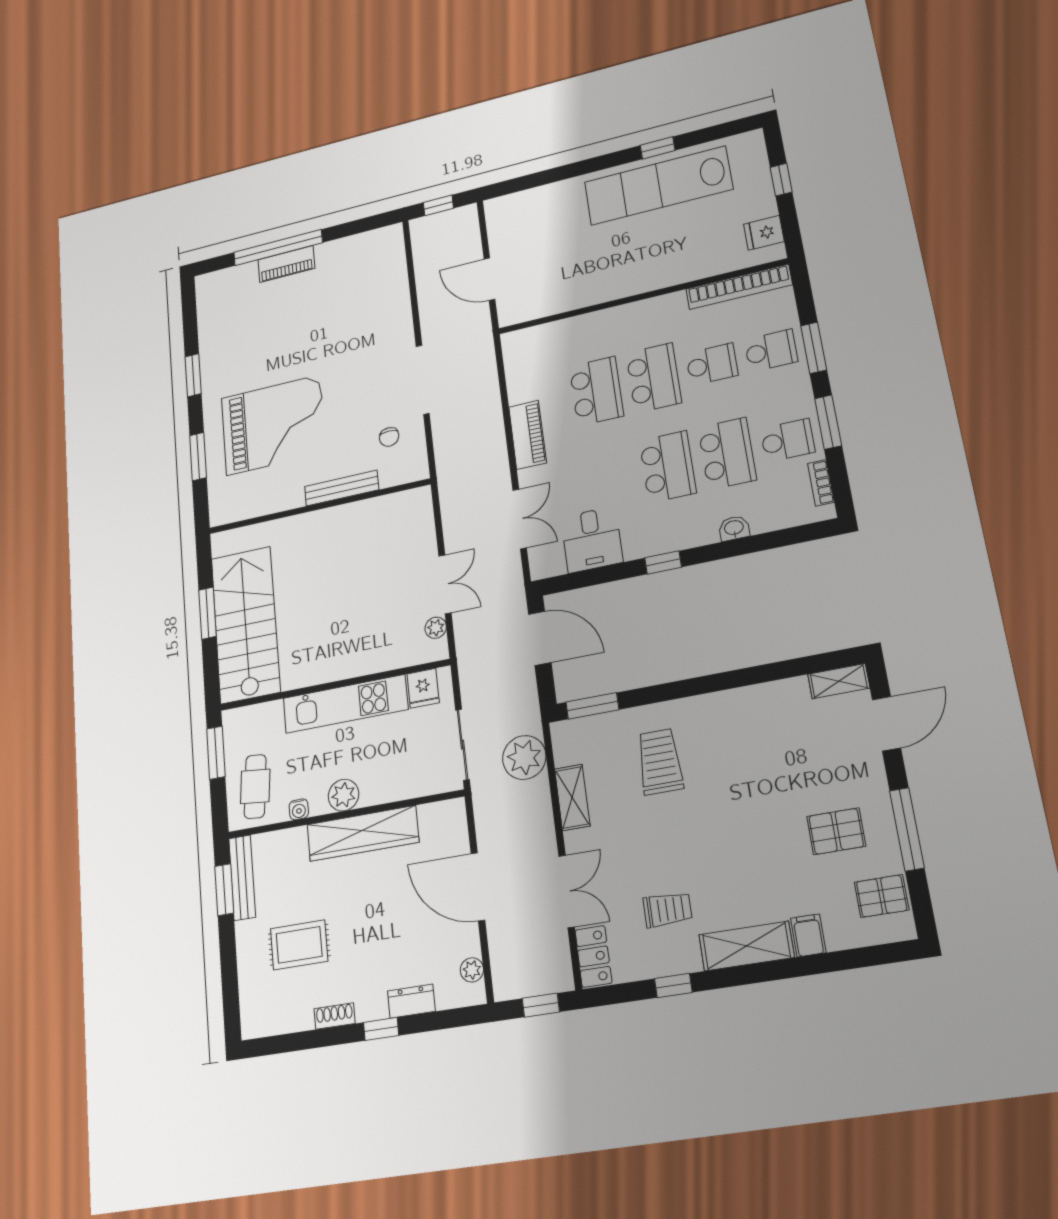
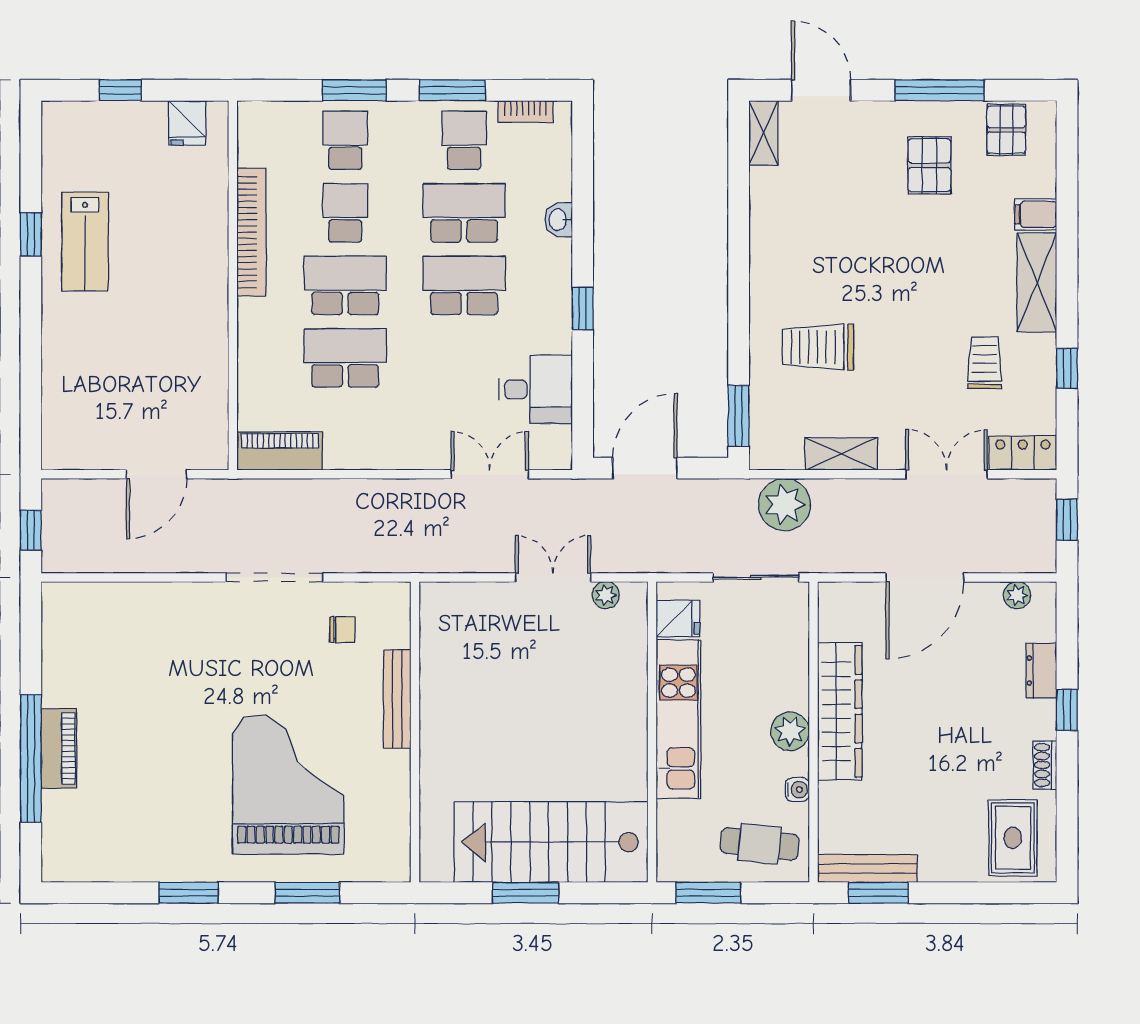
lab bench: (658, 186) -> (85, 242), width x0.54, depth x0.72
bookcase: (739, 287) -> (252, 232), moved
piano: (527, 435) -> (280, 451), moved
rug: (299, 945) -> (1013, 838), moved

